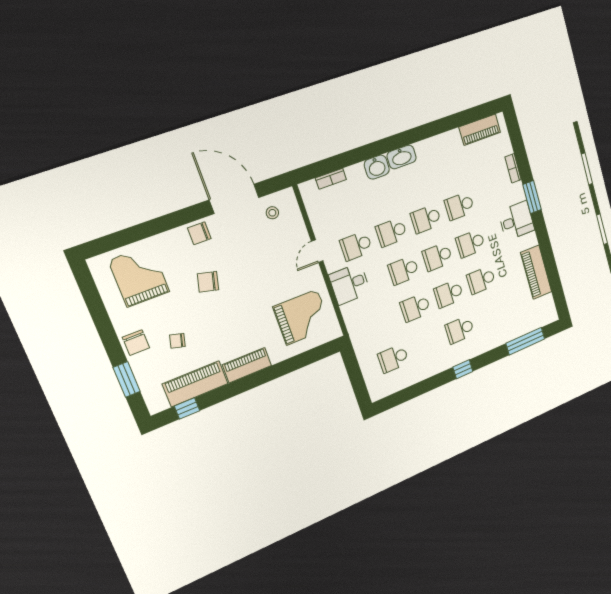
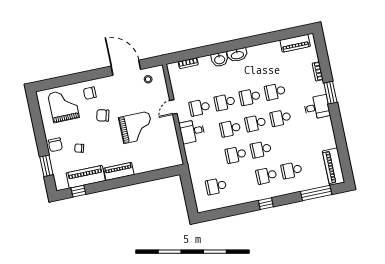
chair: (199, 233) -> (90, 93), moved
piano: (536, 272) -> (334, 167), moved
school desk: (481, 280) -> (292, 170), moved
grand piano: (302, 317) -> (136, 127), moved

